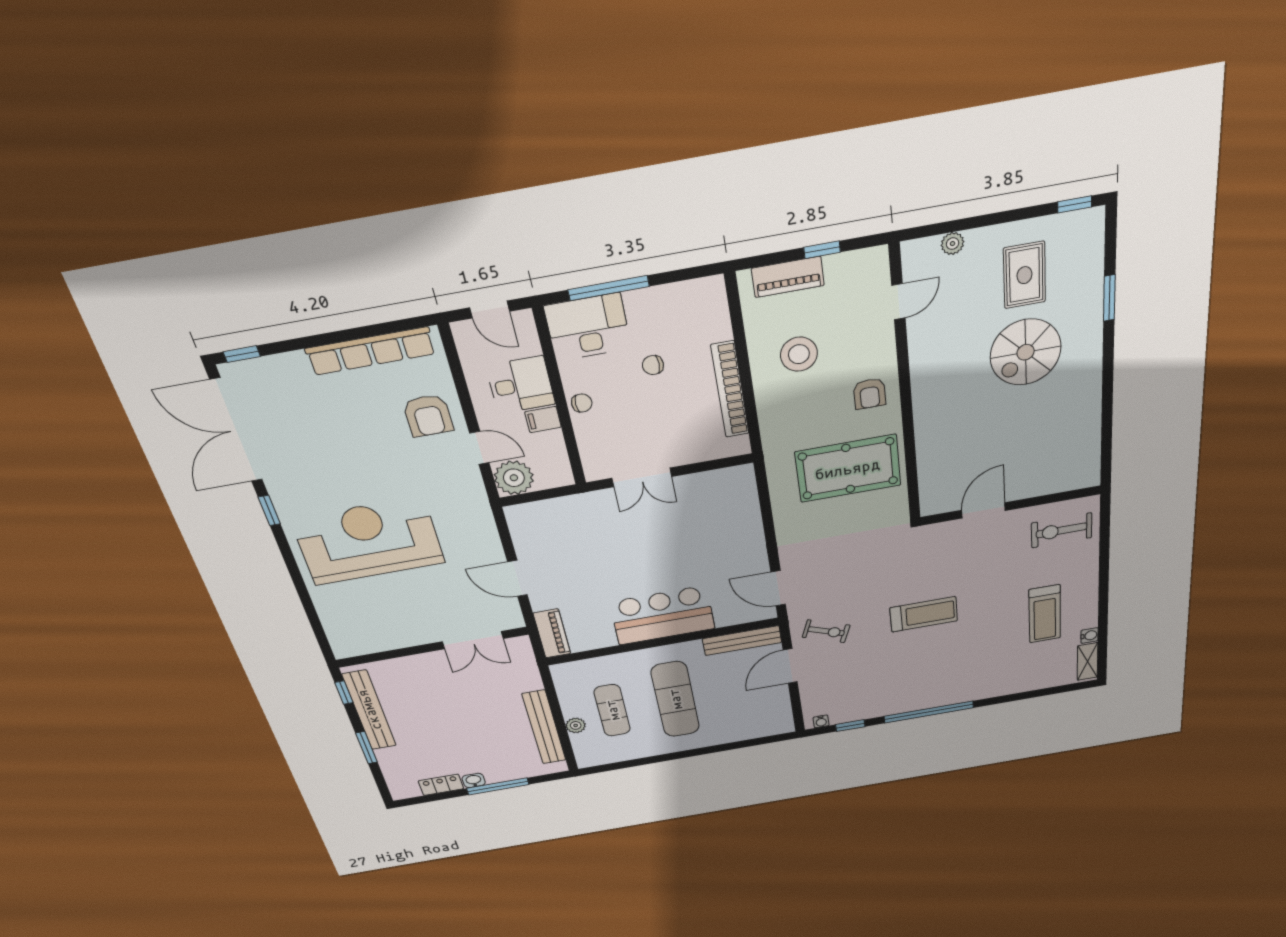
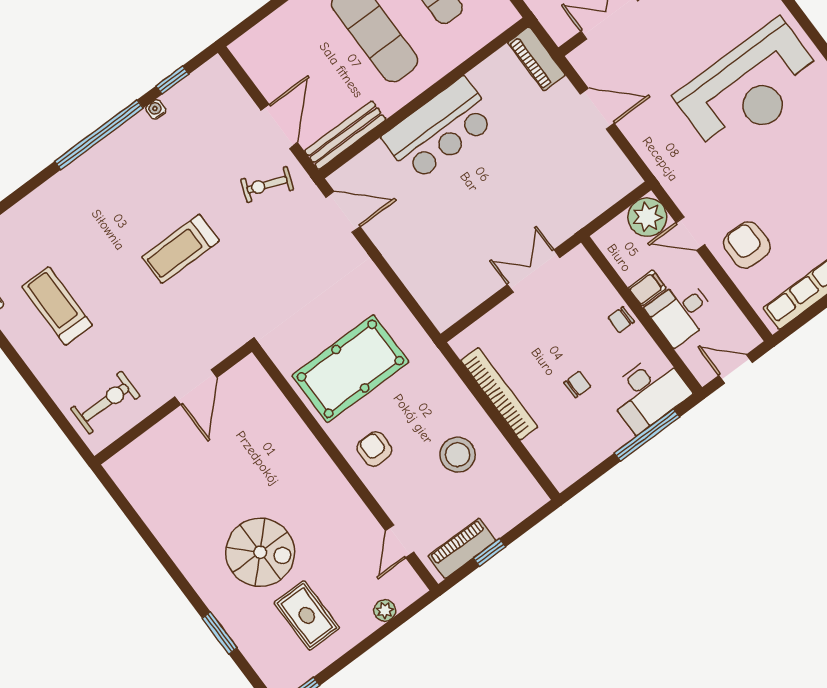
piano: (788, 277) -> (462, 548), moved
spiral stairs: (1026, 352) -> (260, 552), turned 90
water cooler: (821, 721) -> (156, 110), moved

